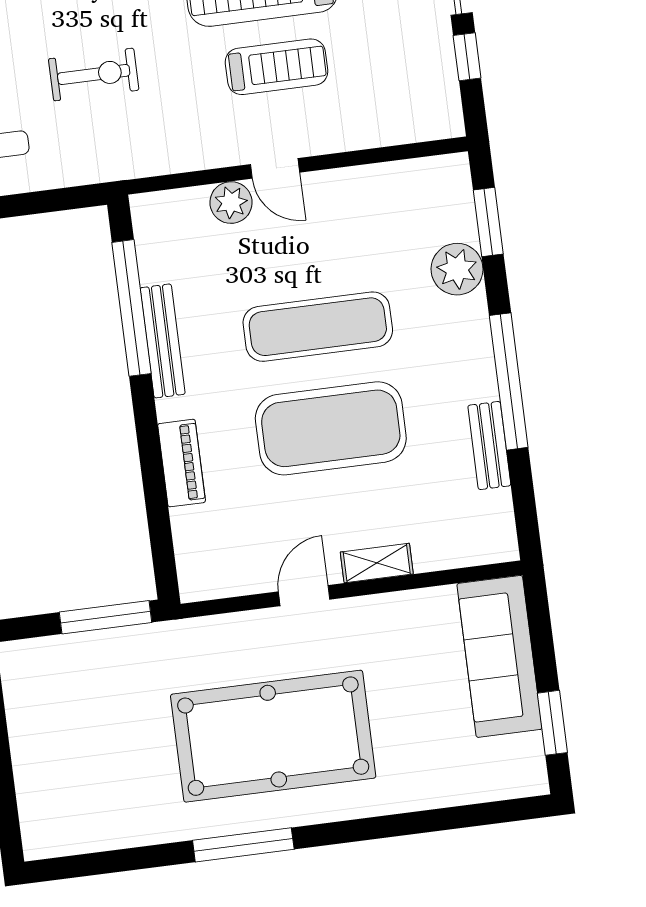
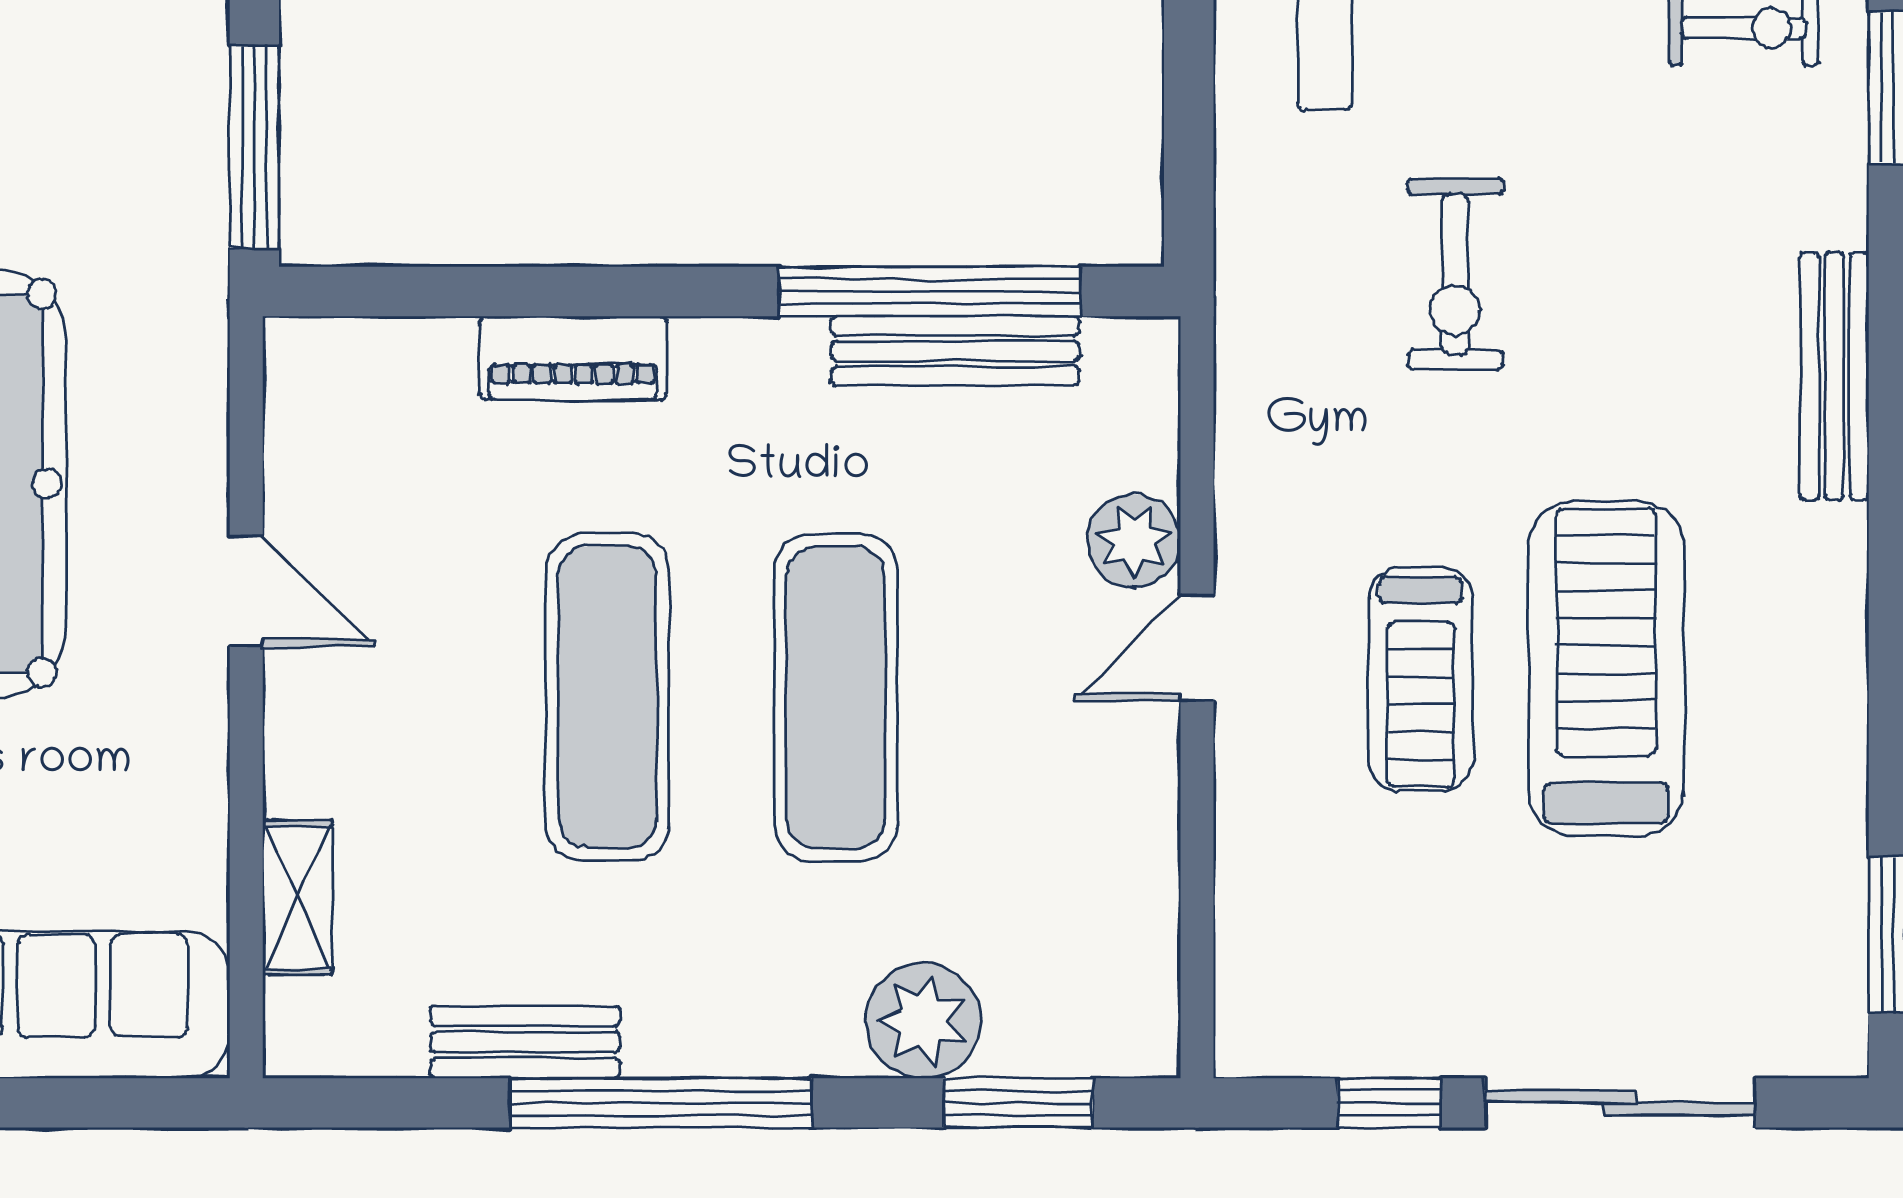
bench: (163, 341) -> (955, 351), moved
exercise mat: (331, 428) -> (608, 697), width x0.68
shelving: (377, 563) -> (297, 897), moved

